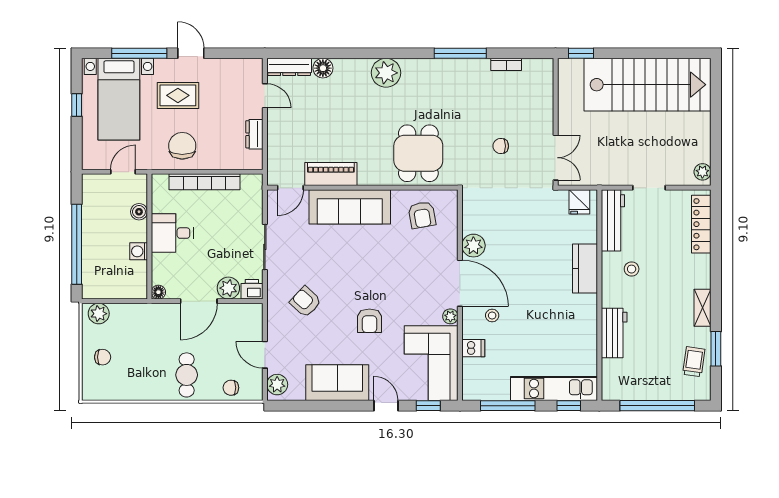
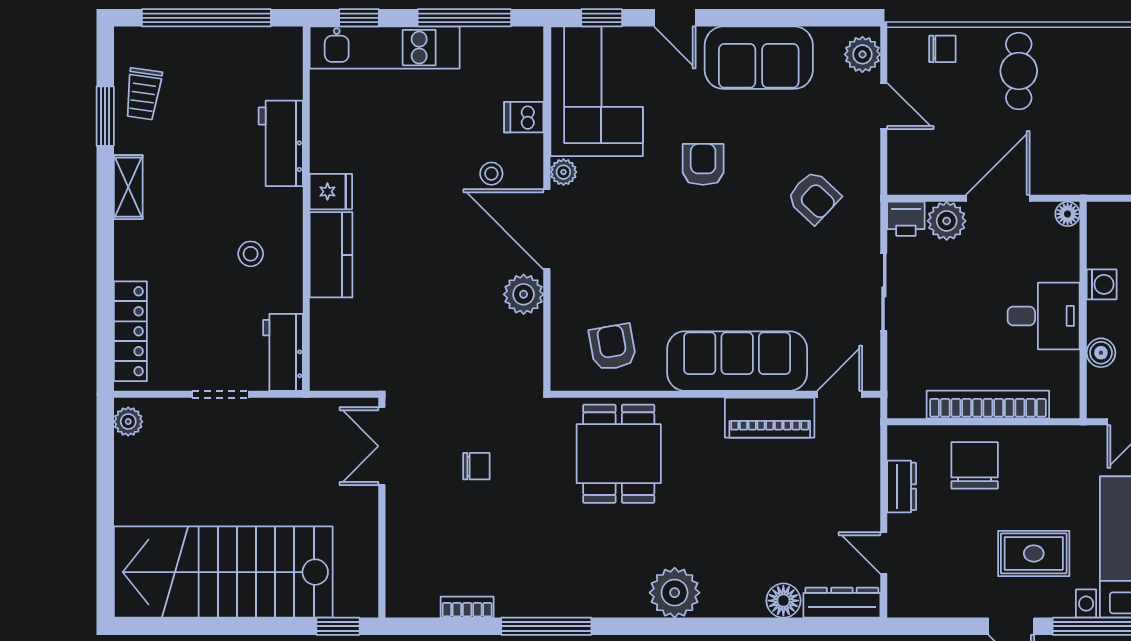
chair: (182, 146) -> (975, 465), moved, turned 180
fridge: (579, 202) -> (331, 192), moved, turned 90
workbench: (613, 220) -> (283, 352), width x0.73

